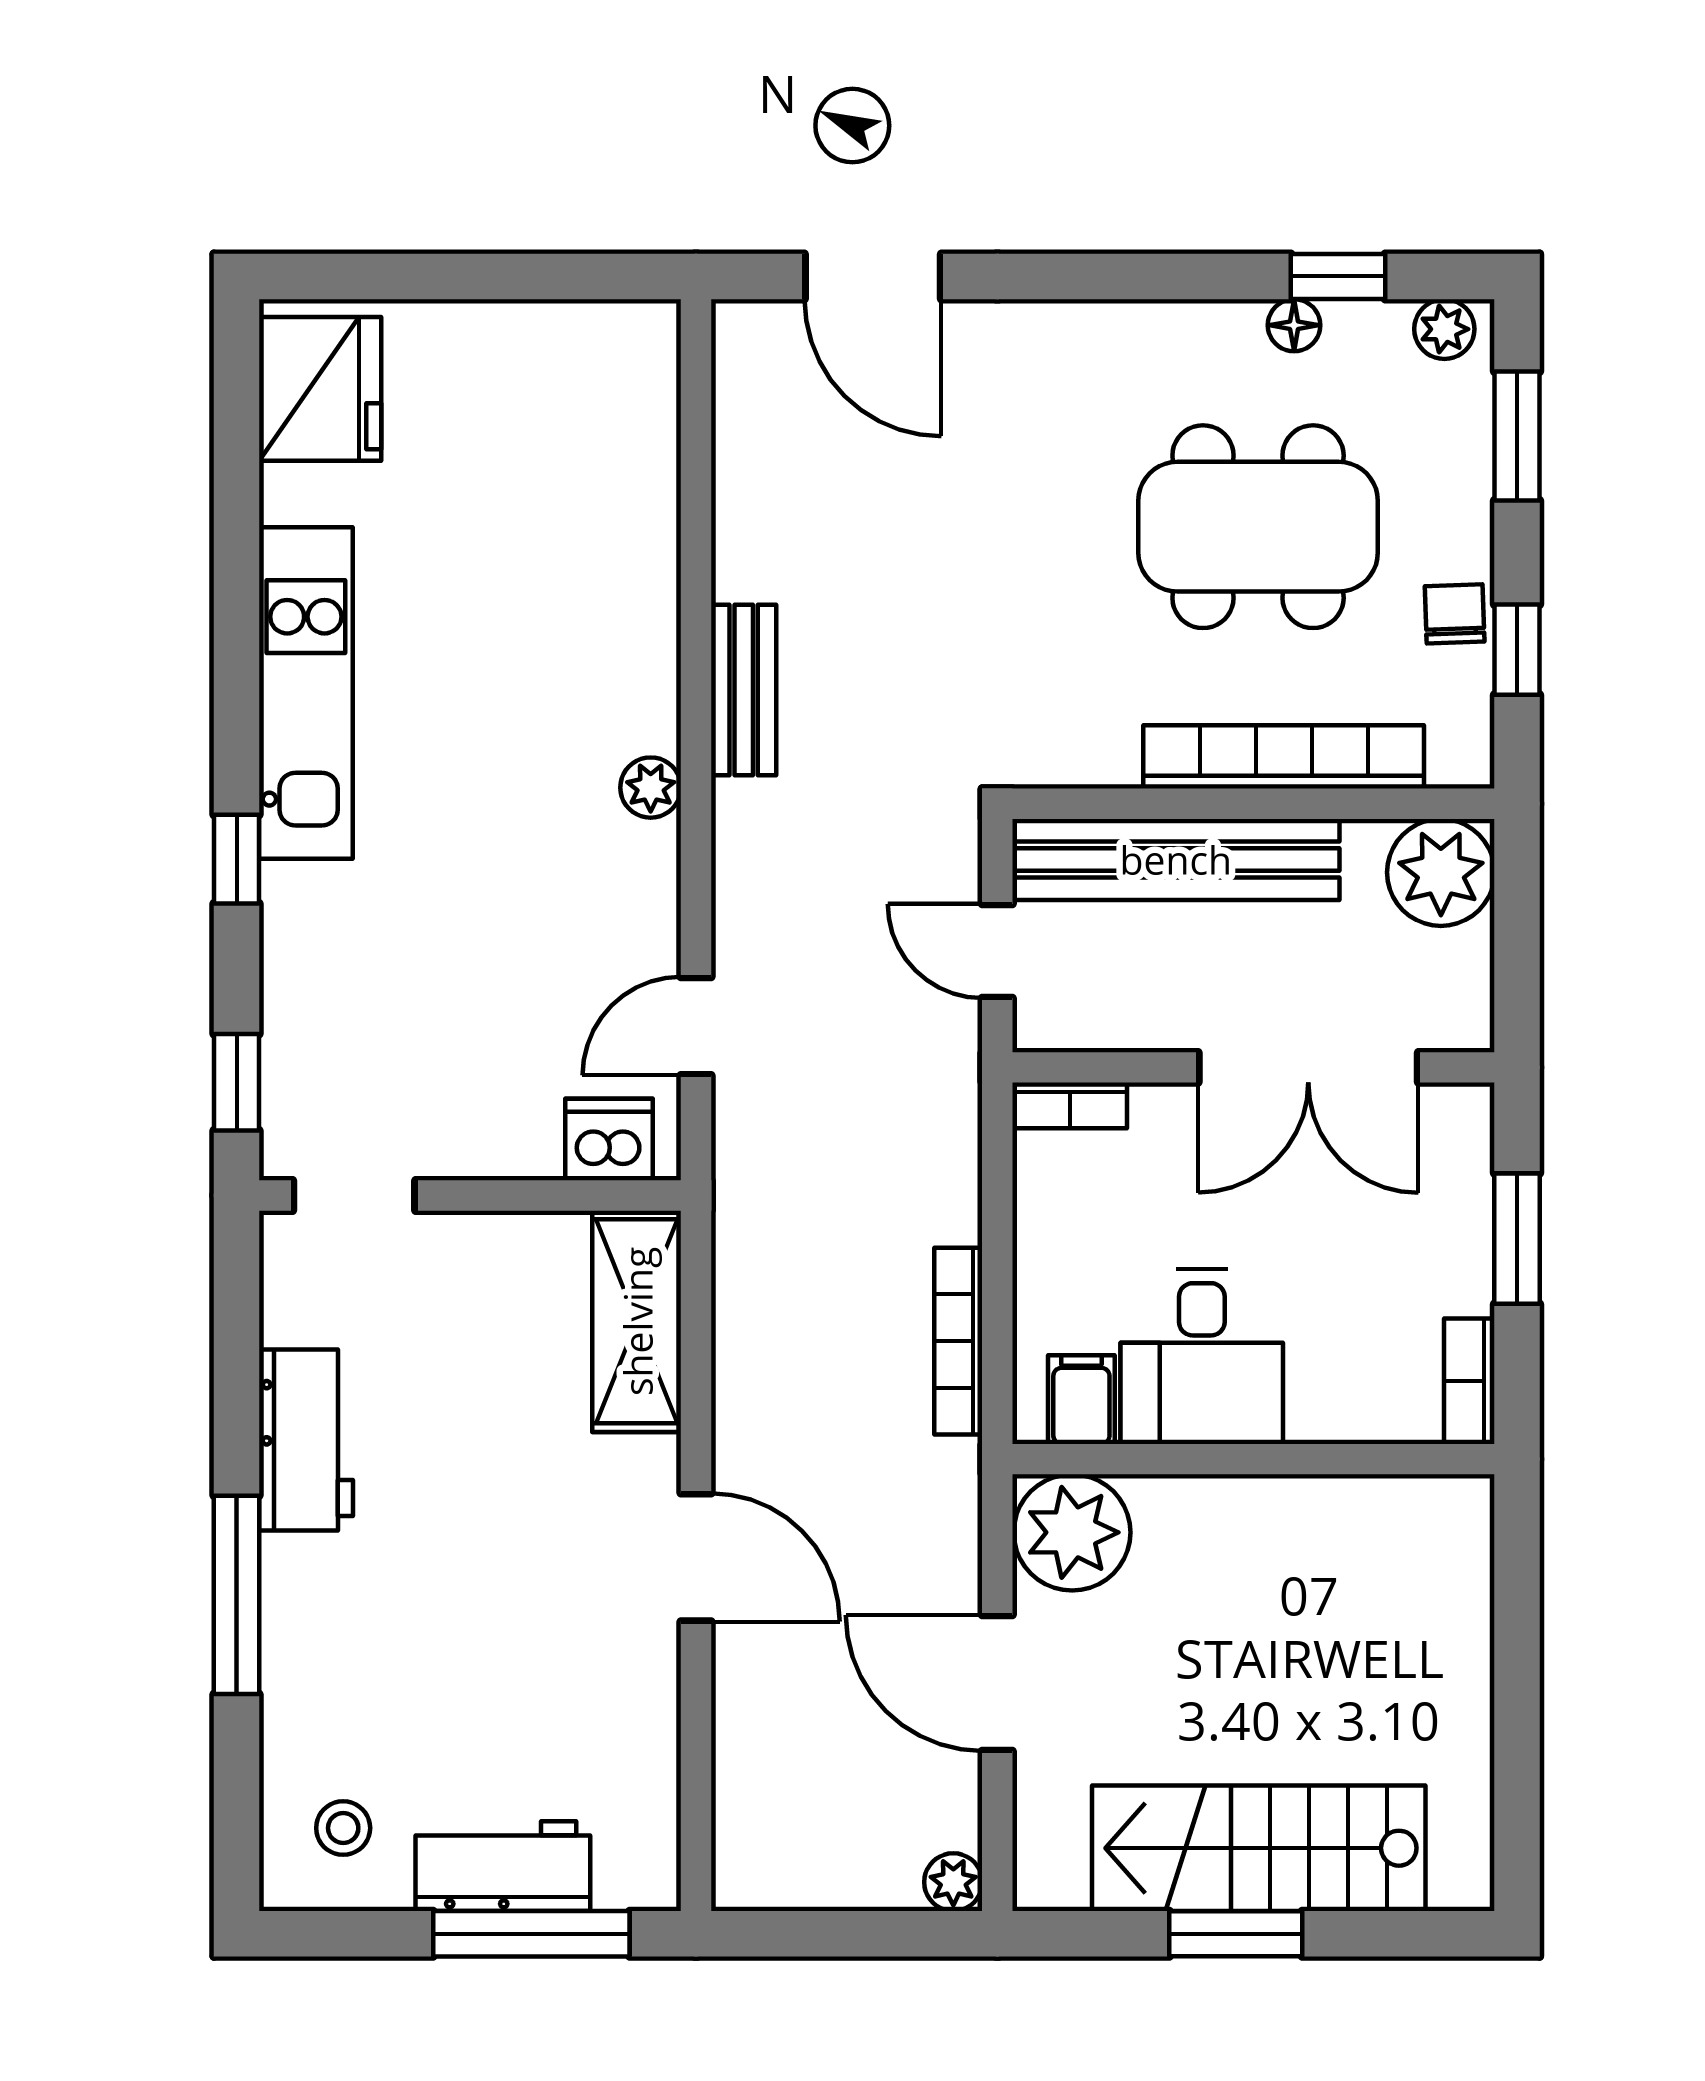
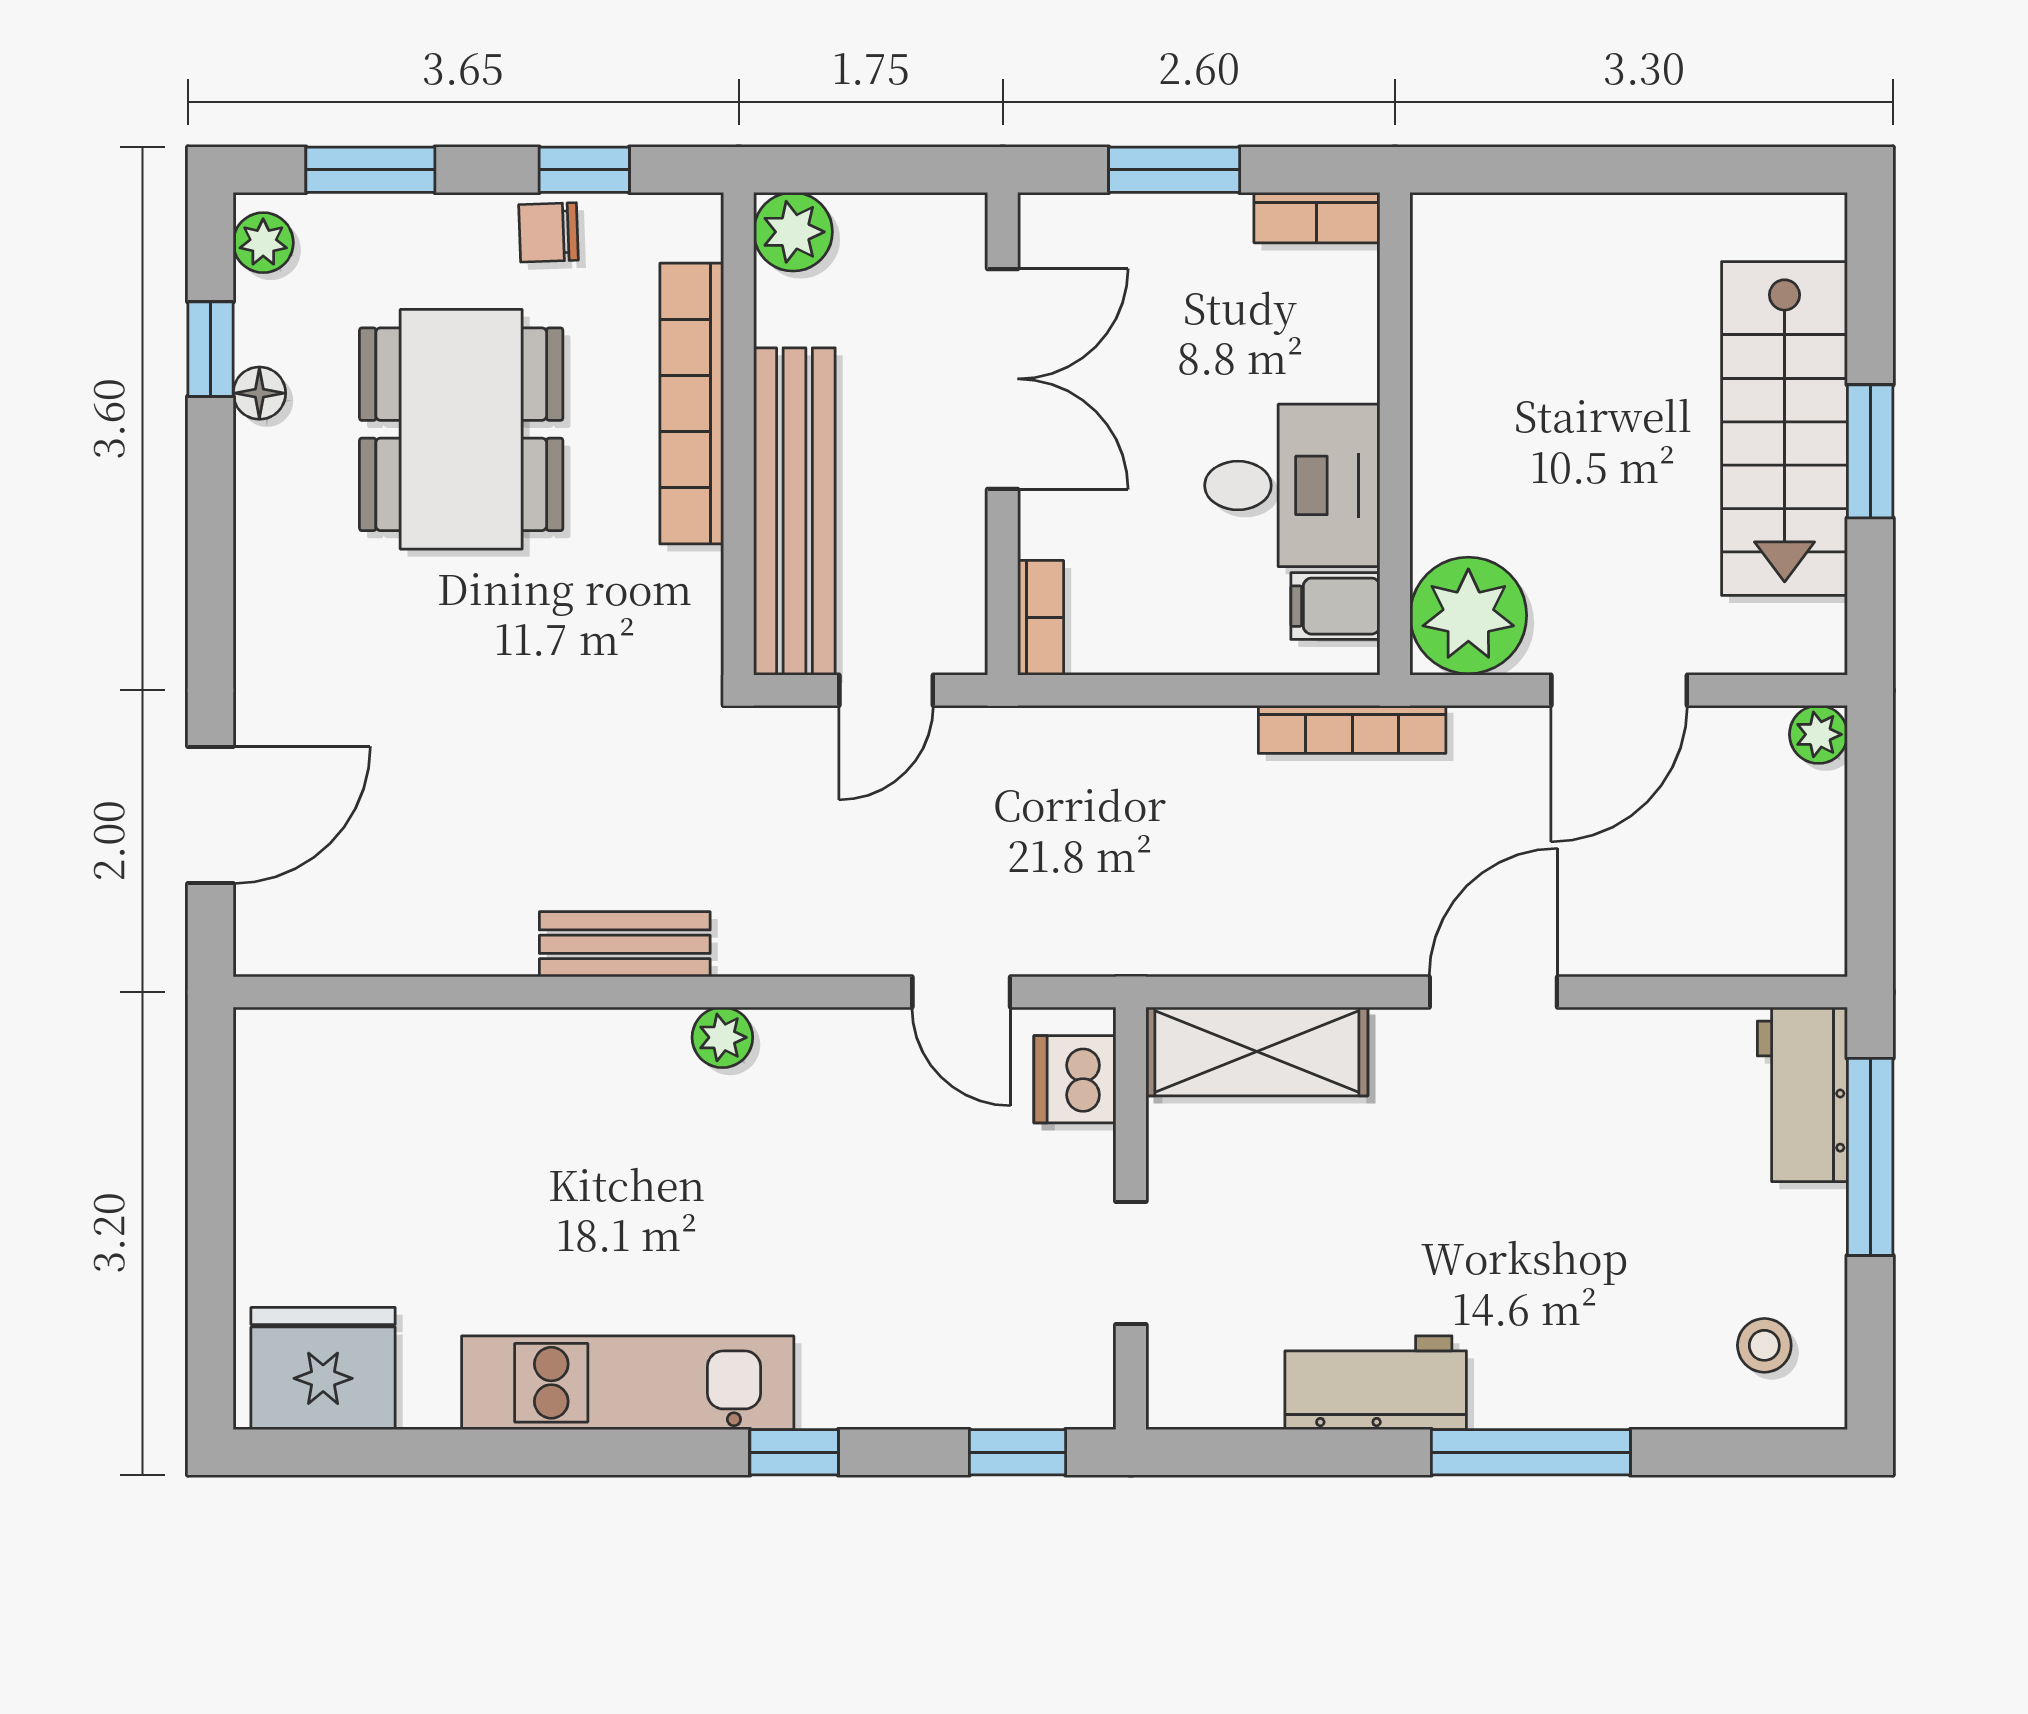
plant: (1441, 872) -> (793, 232), width x0.73, depth x0.73
doorway: (354, 1195) -> (1131, 1263), moved
bookcase: (958, 1341) -> (1352, 729), moved
workbench: (503, 1866) -> (1802, 1094), moved

